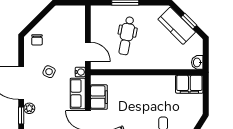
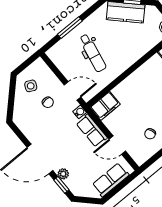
chair: (37, 40) -> (48, 102), moved
side table: (49, 72) -> (31, 86), moved
filing cabinet: (99, 97) -> (105, 106), moved, turned 90

